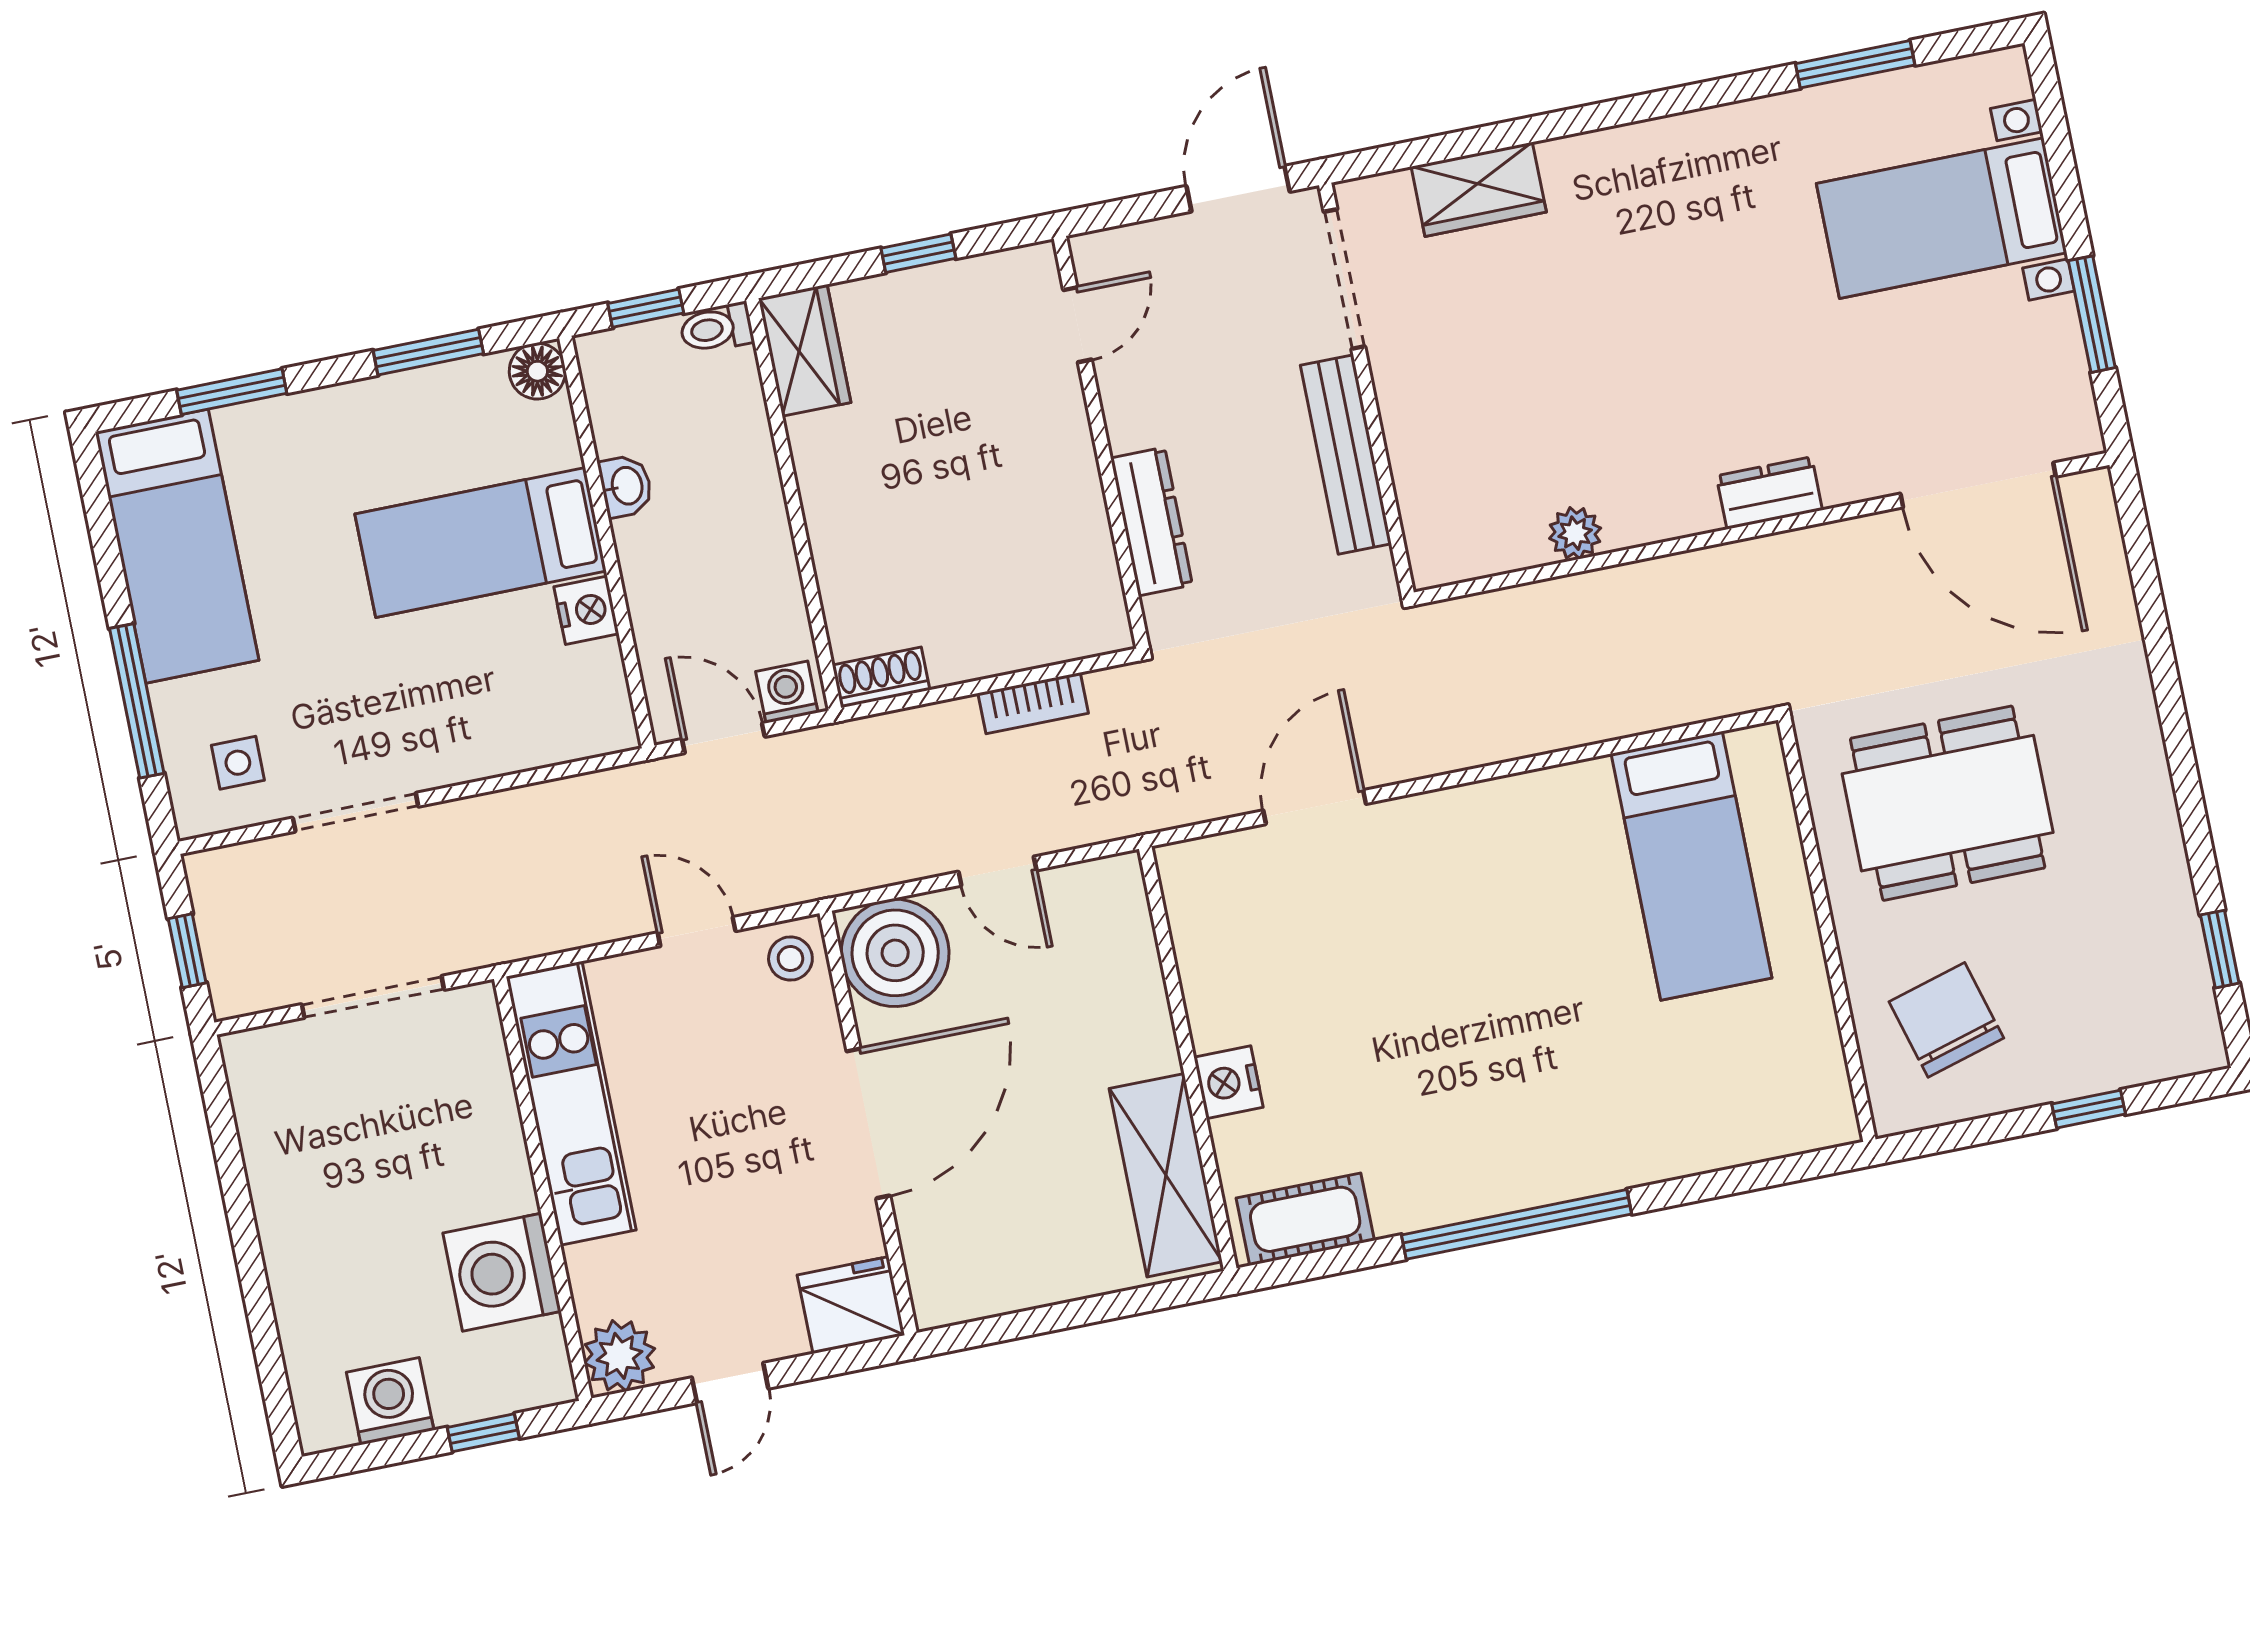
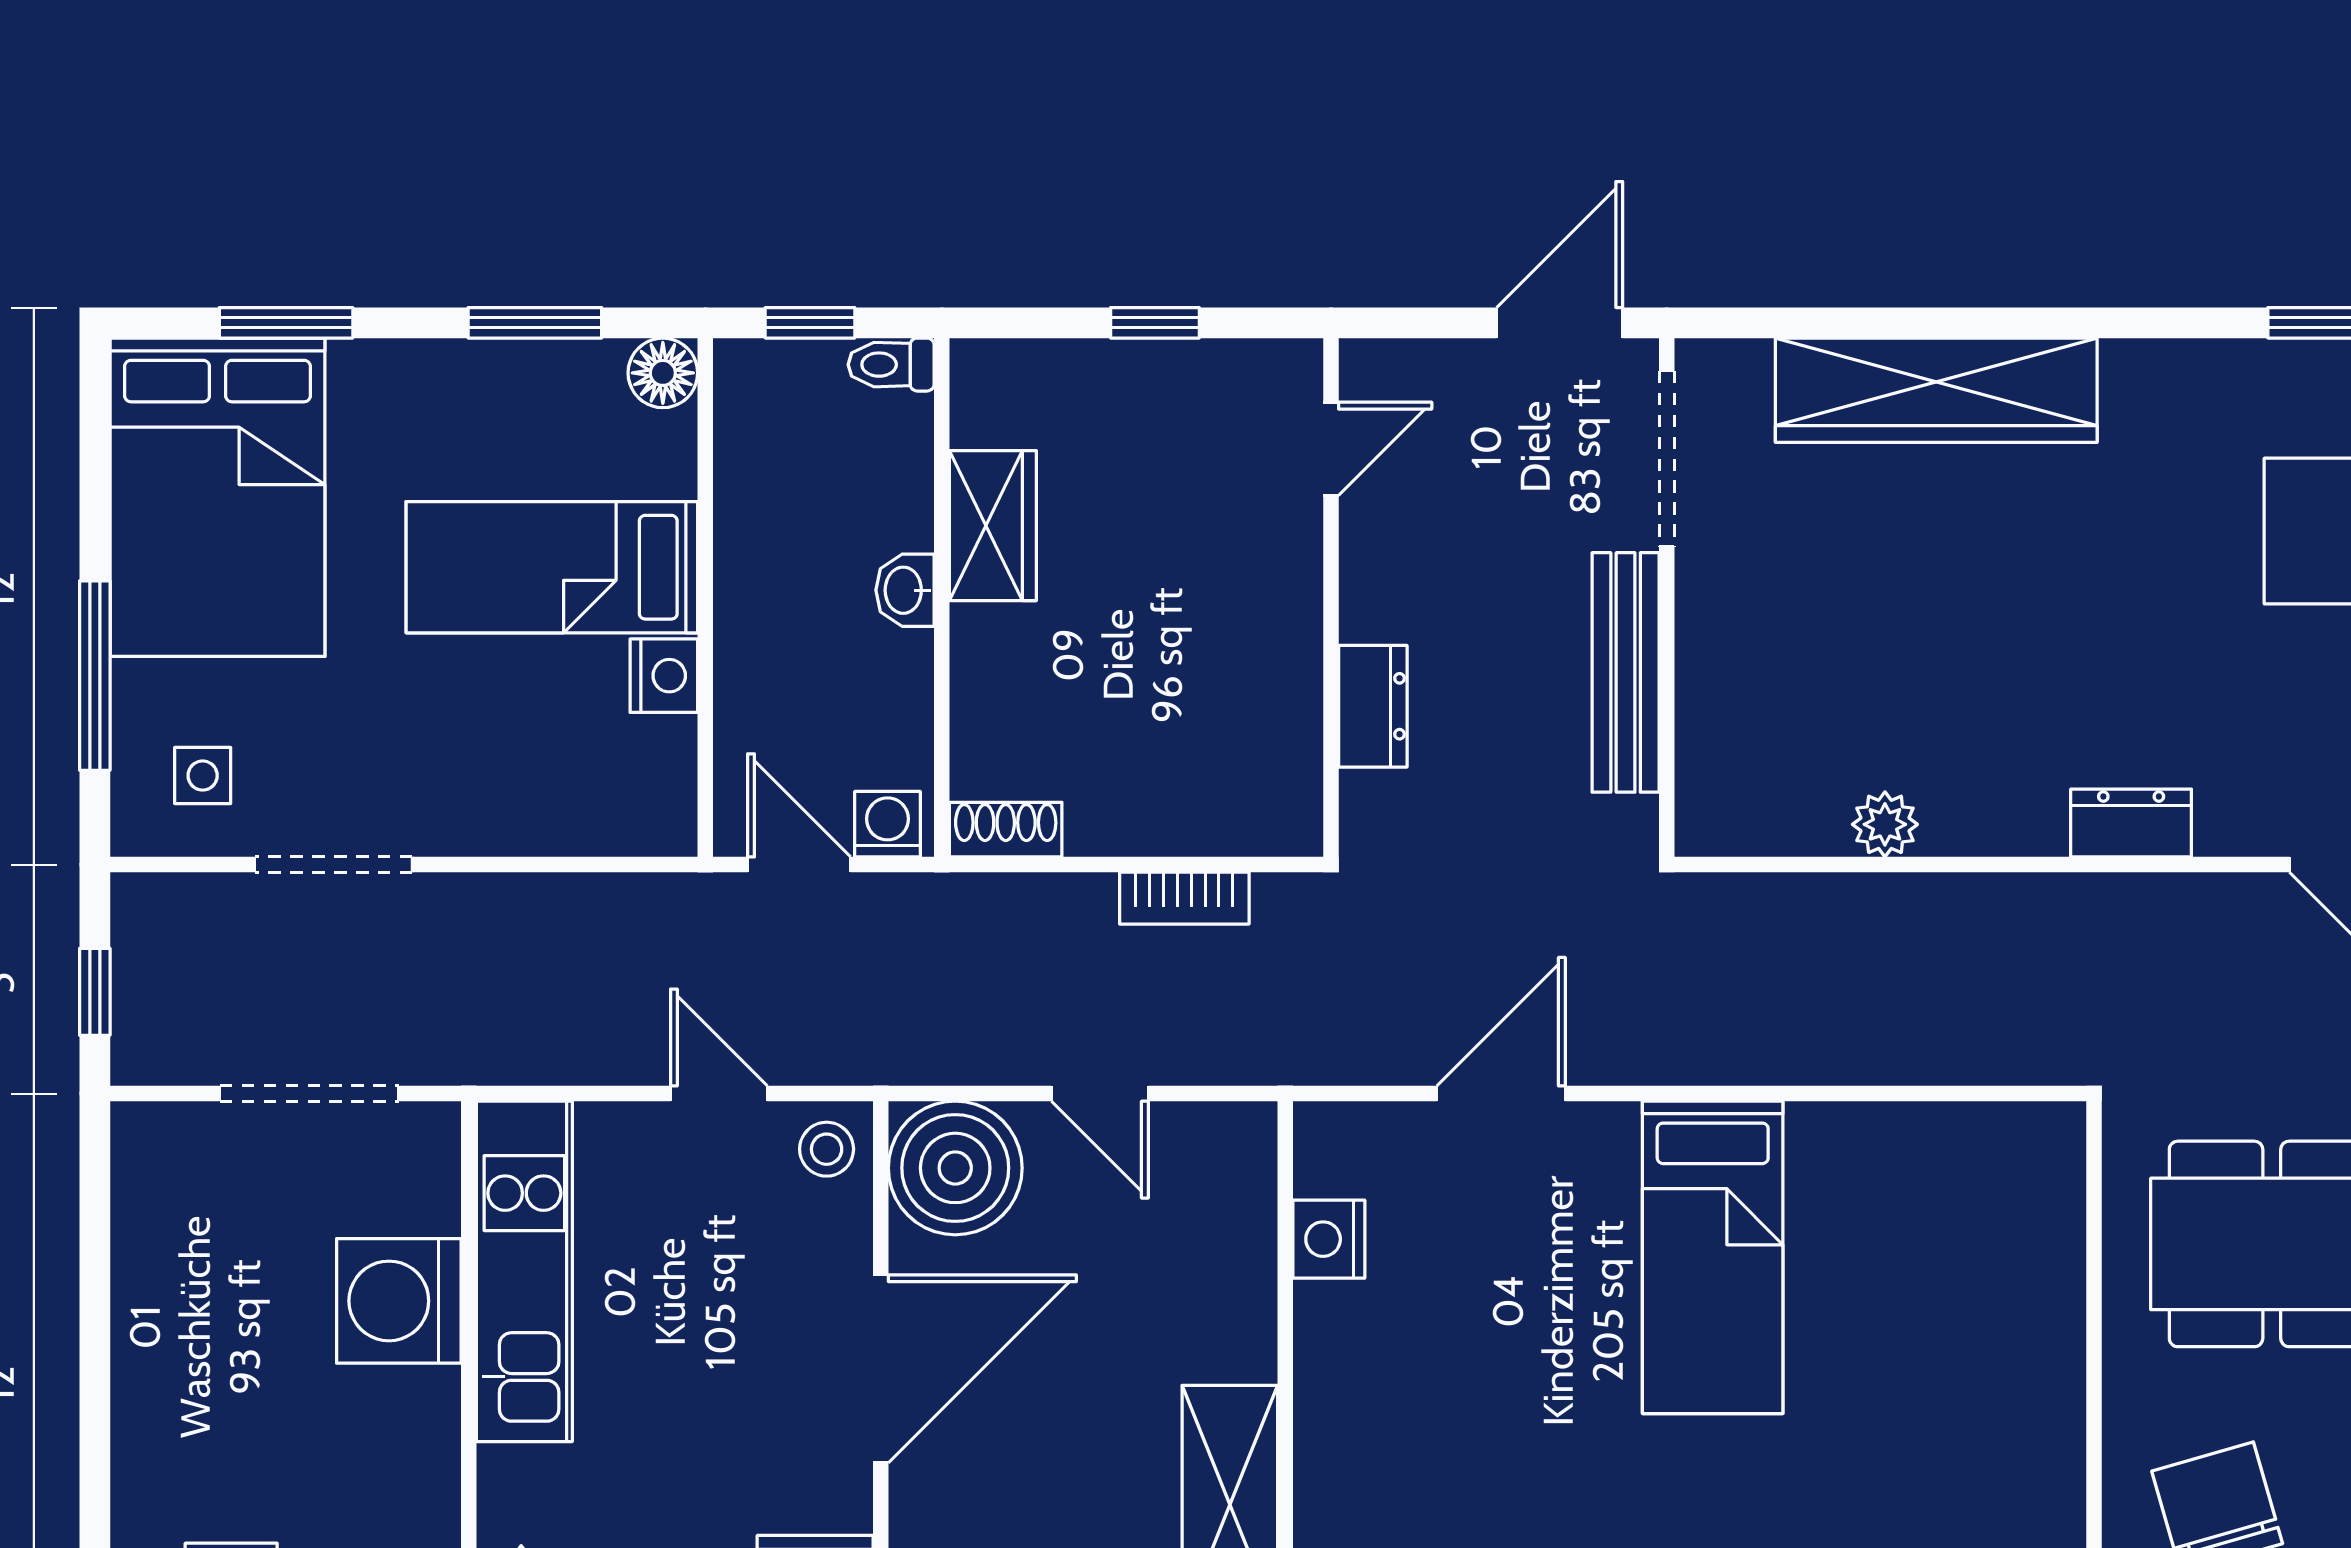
wardrobe: (1479, 189) -> (1936, 390), width x2.10, depth x1.17
wardrobe: (805, 350) -> (993, 526), moved
washbasin: (626, 486) -> (905, 590), moved, turned 180
dresser: (1152, 521) -> (1373, 706), width x0.70
bed: (177, 546) -> (218, 497), width x1.50
bed: (1692, 866) -> (1713, 1257), moved
nightstand: (1228, 1082) -> (1329, 1239), moved
washing machine: (502, 1272) -> (399, 1301), moved

